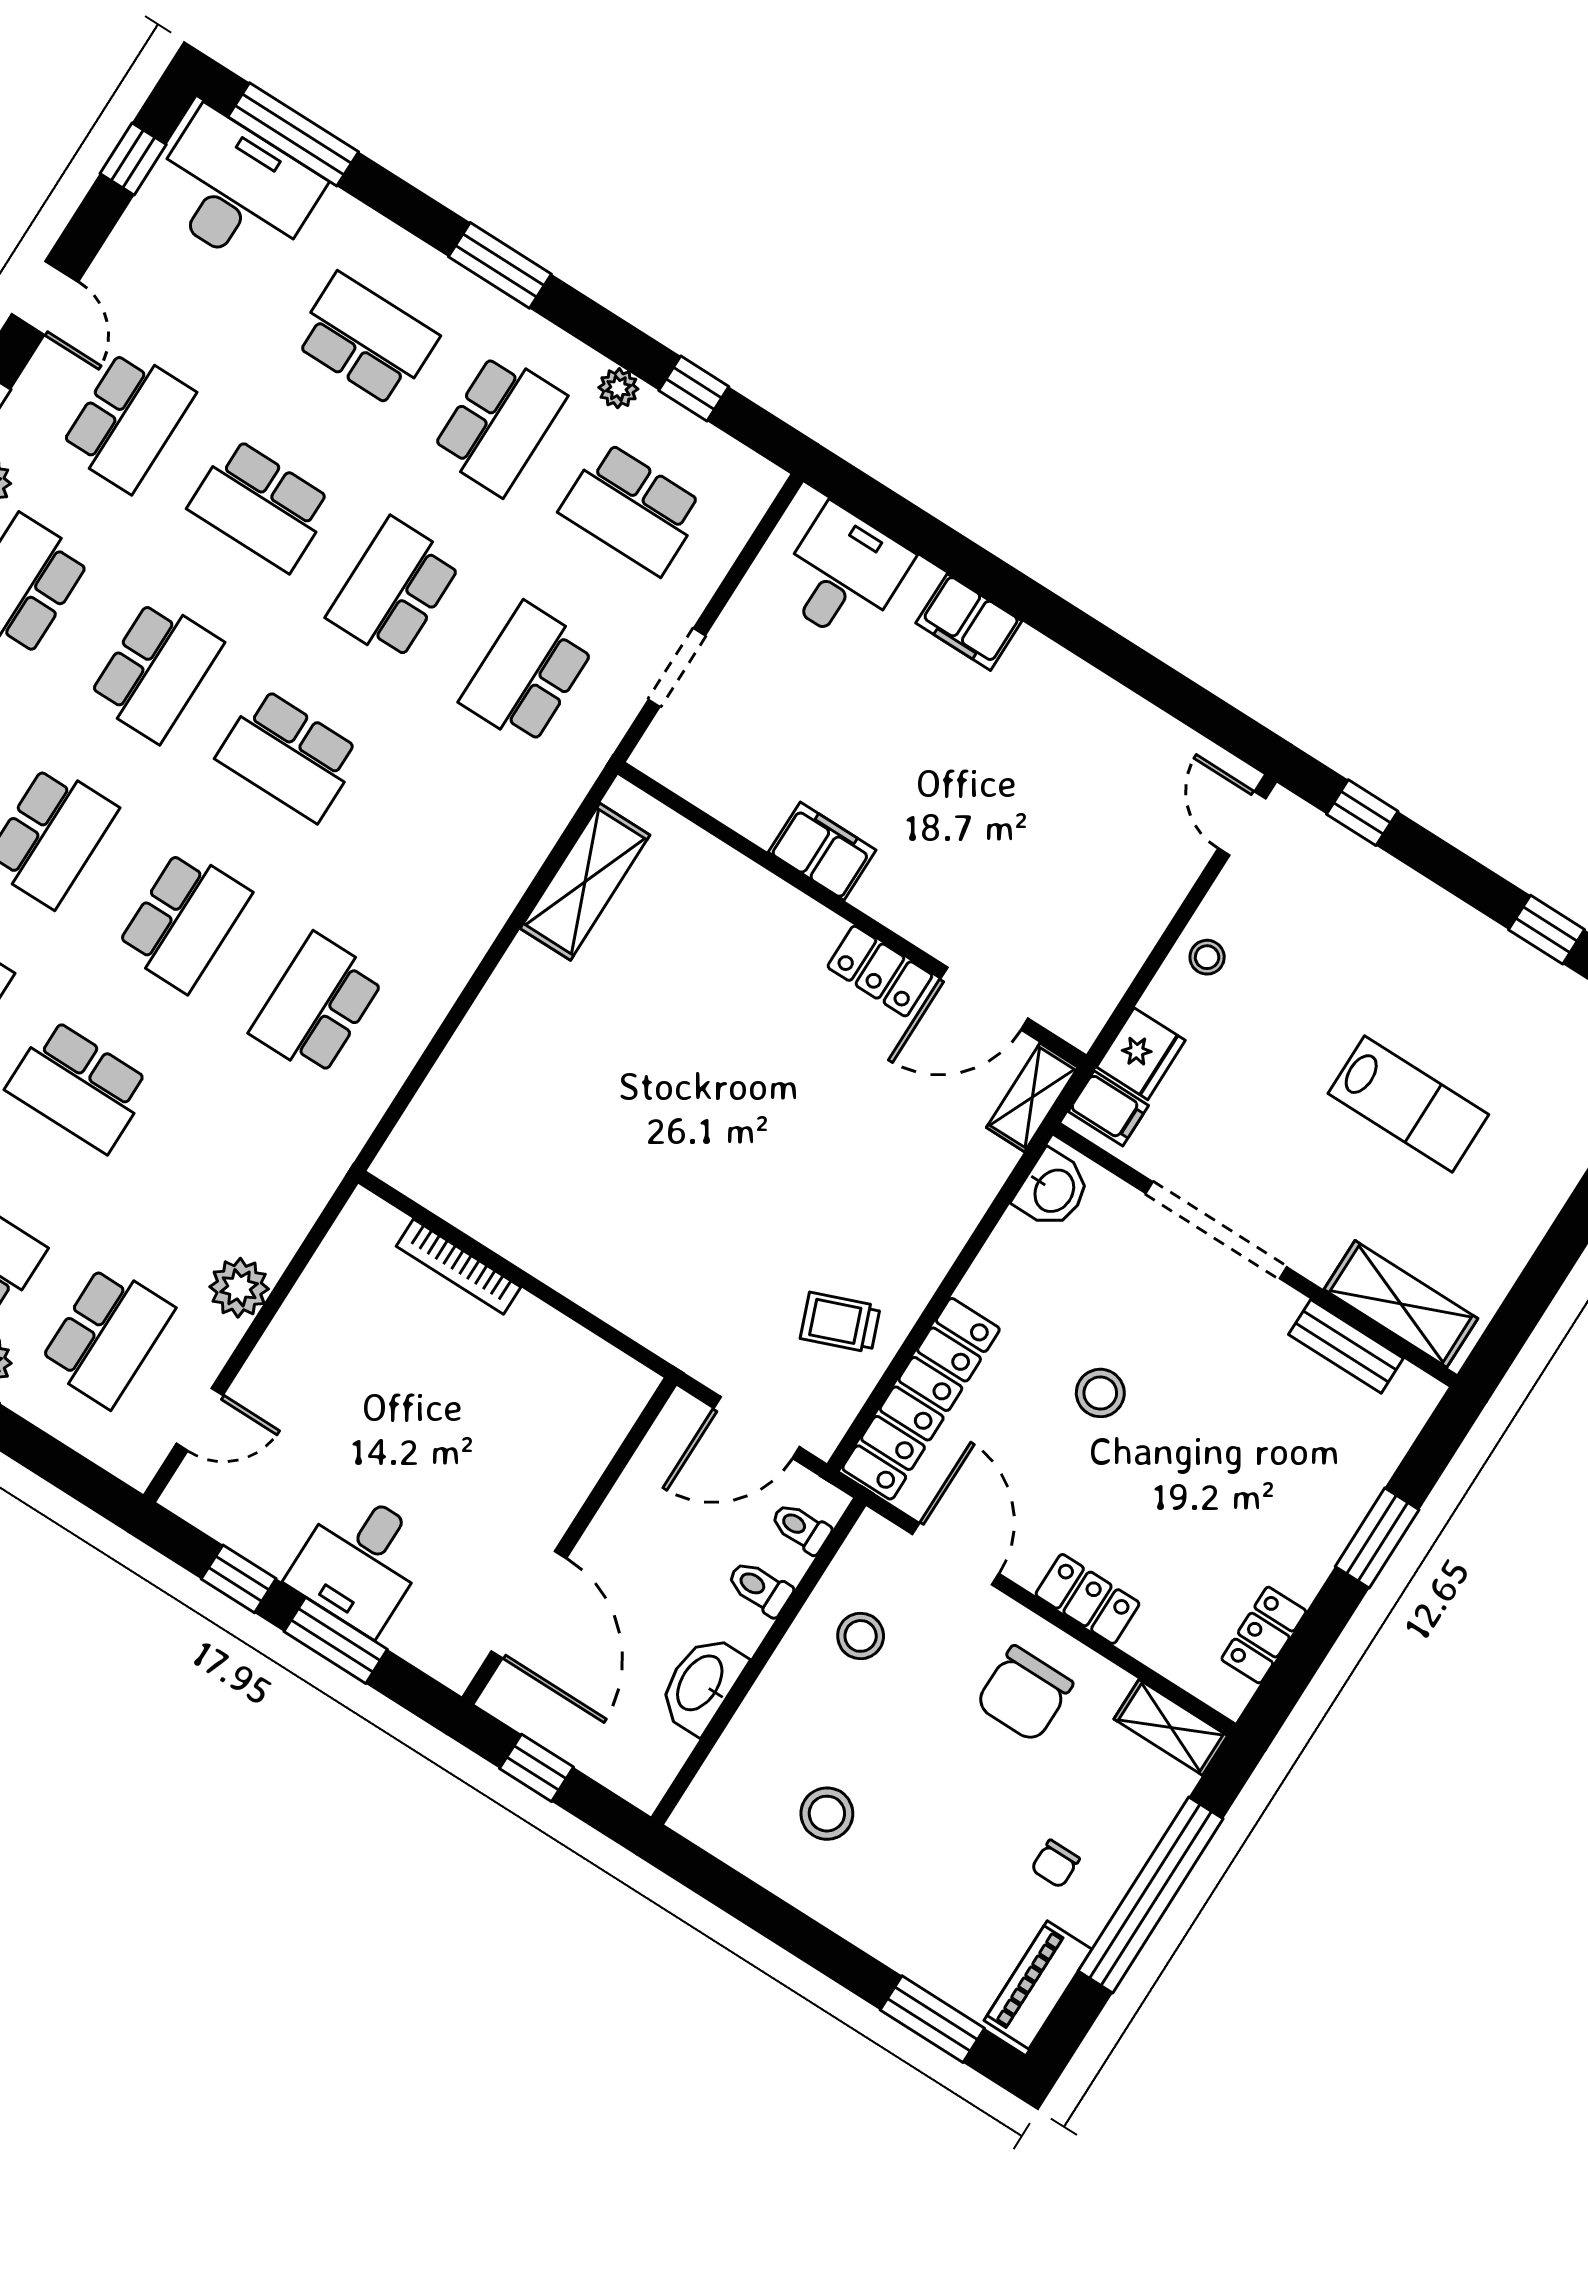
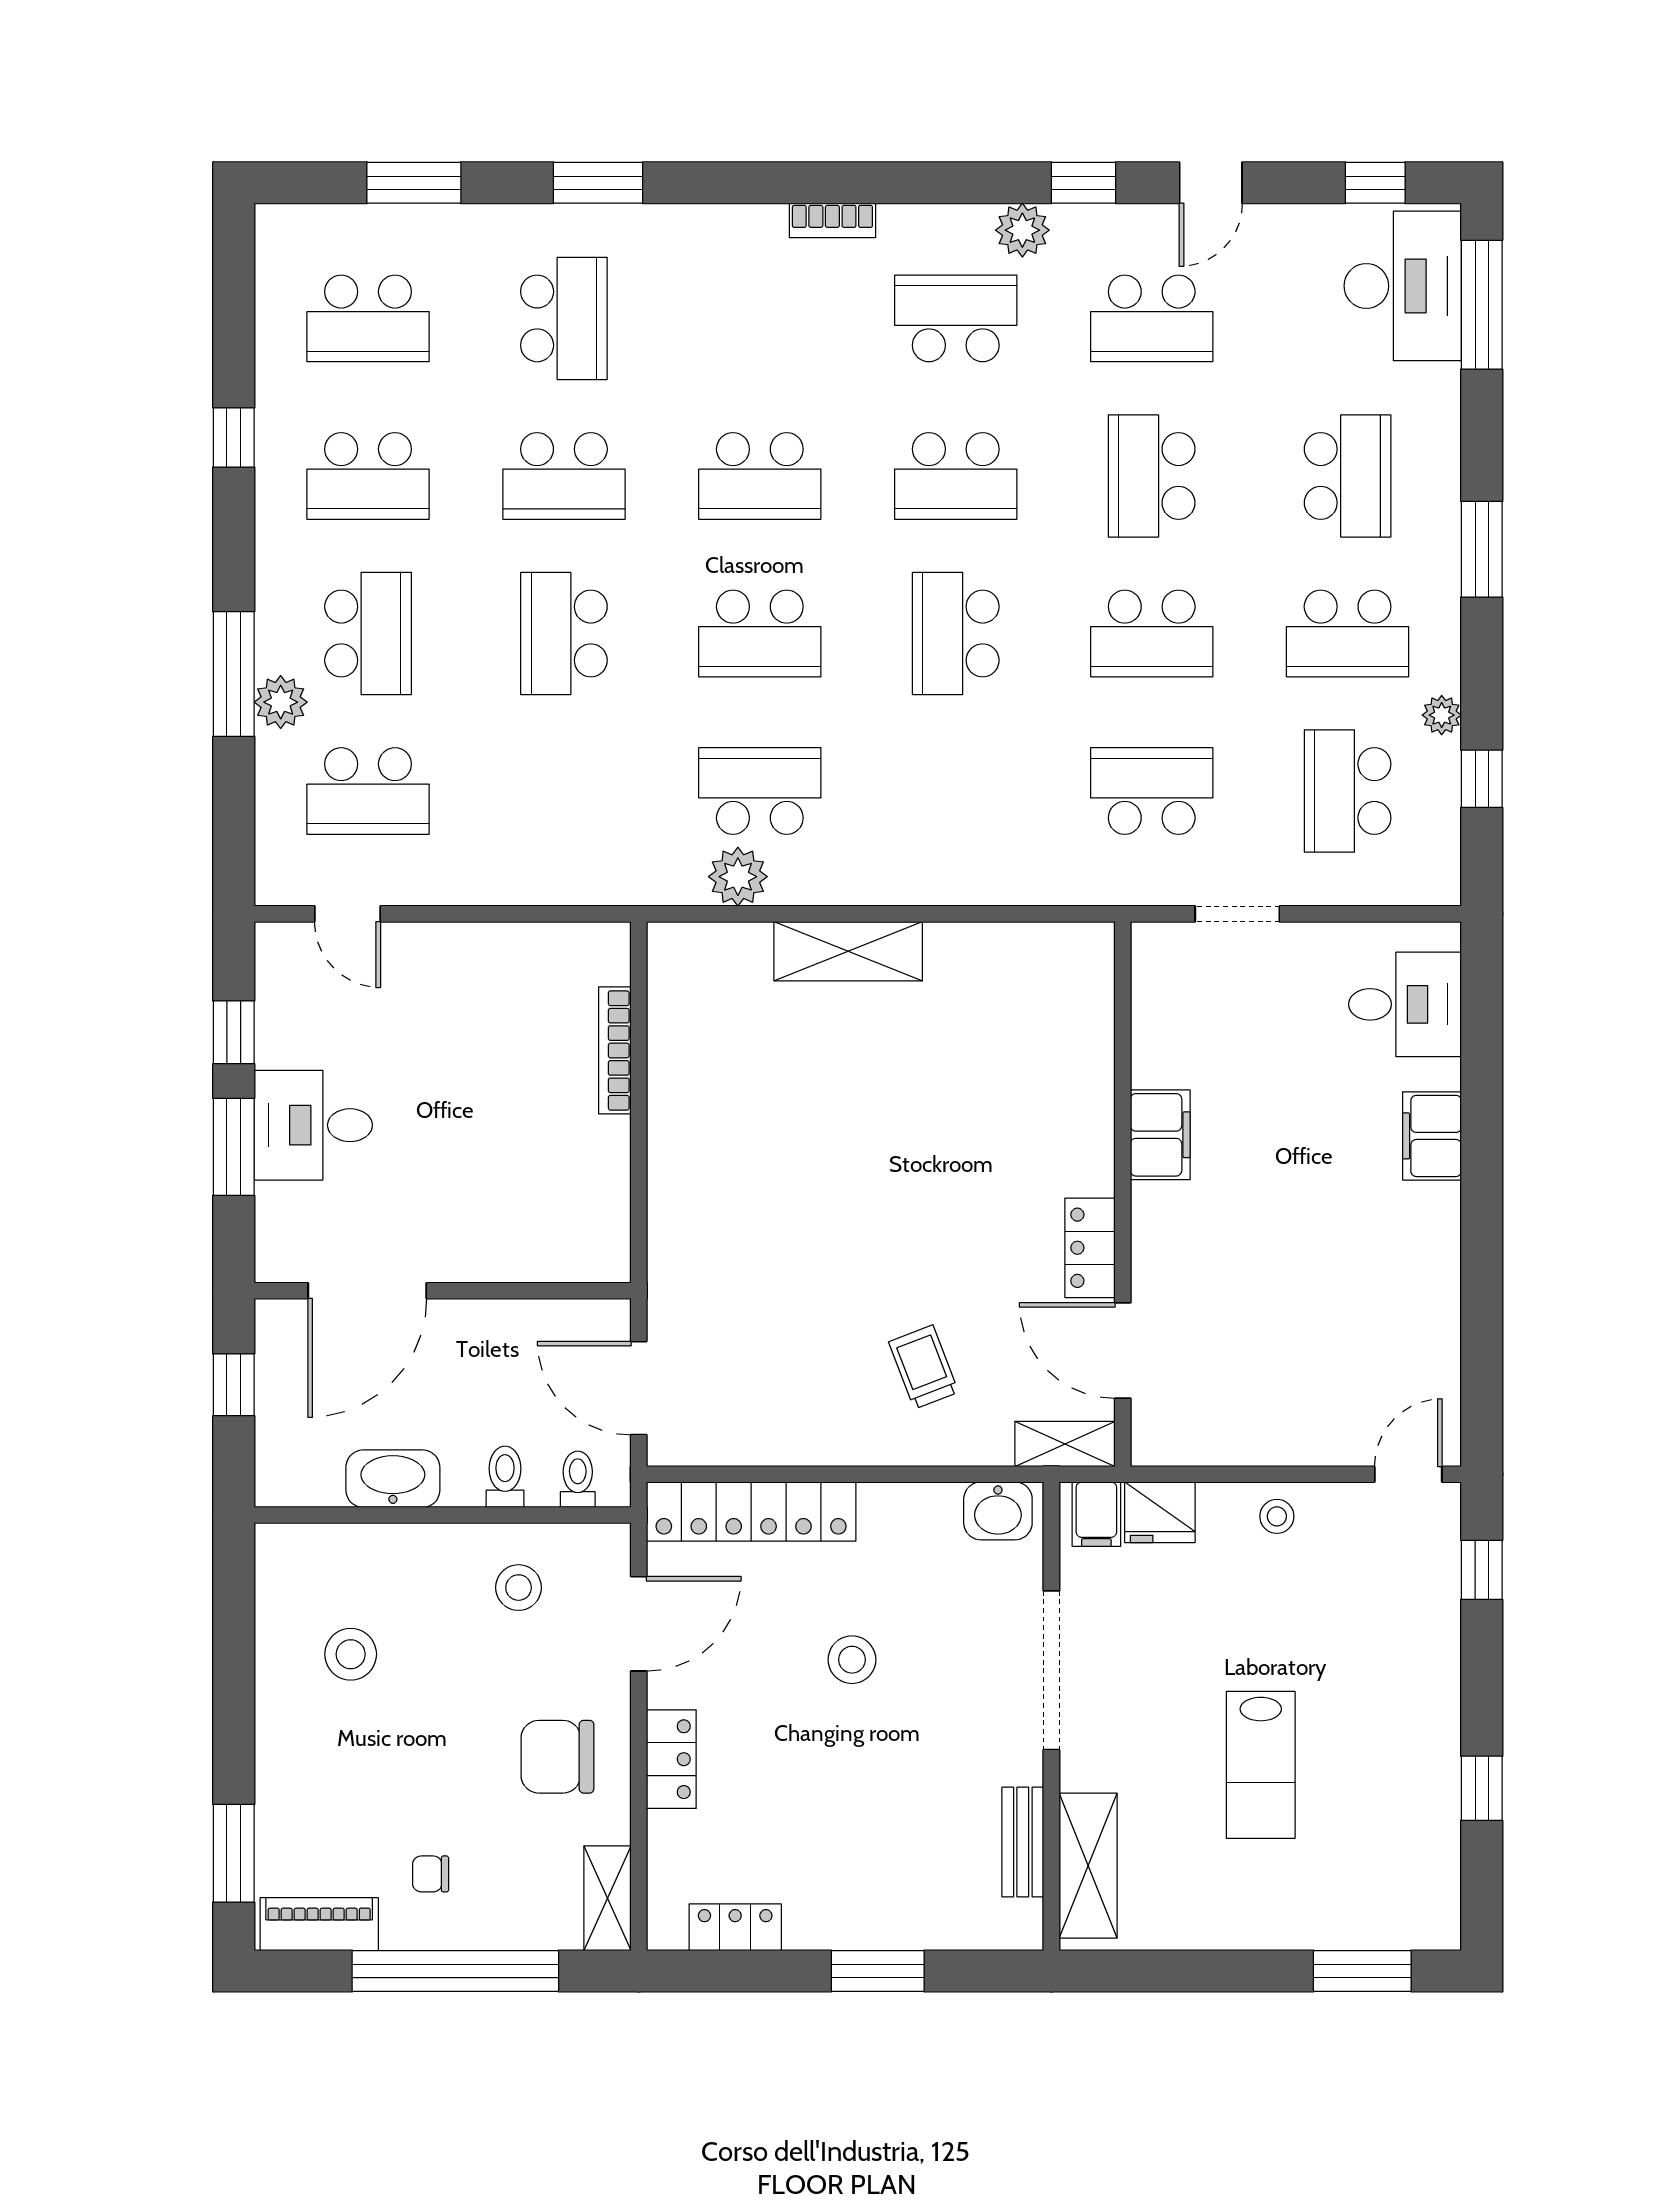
school desk: (394, 590) -> (1152, 633), turned 180
shelving: (585, 882) -> (848, 951), moved
plant: (239, 1288) -> (738, 877), moved
trolley: (840, 1322) -> (924, 1367), moved

